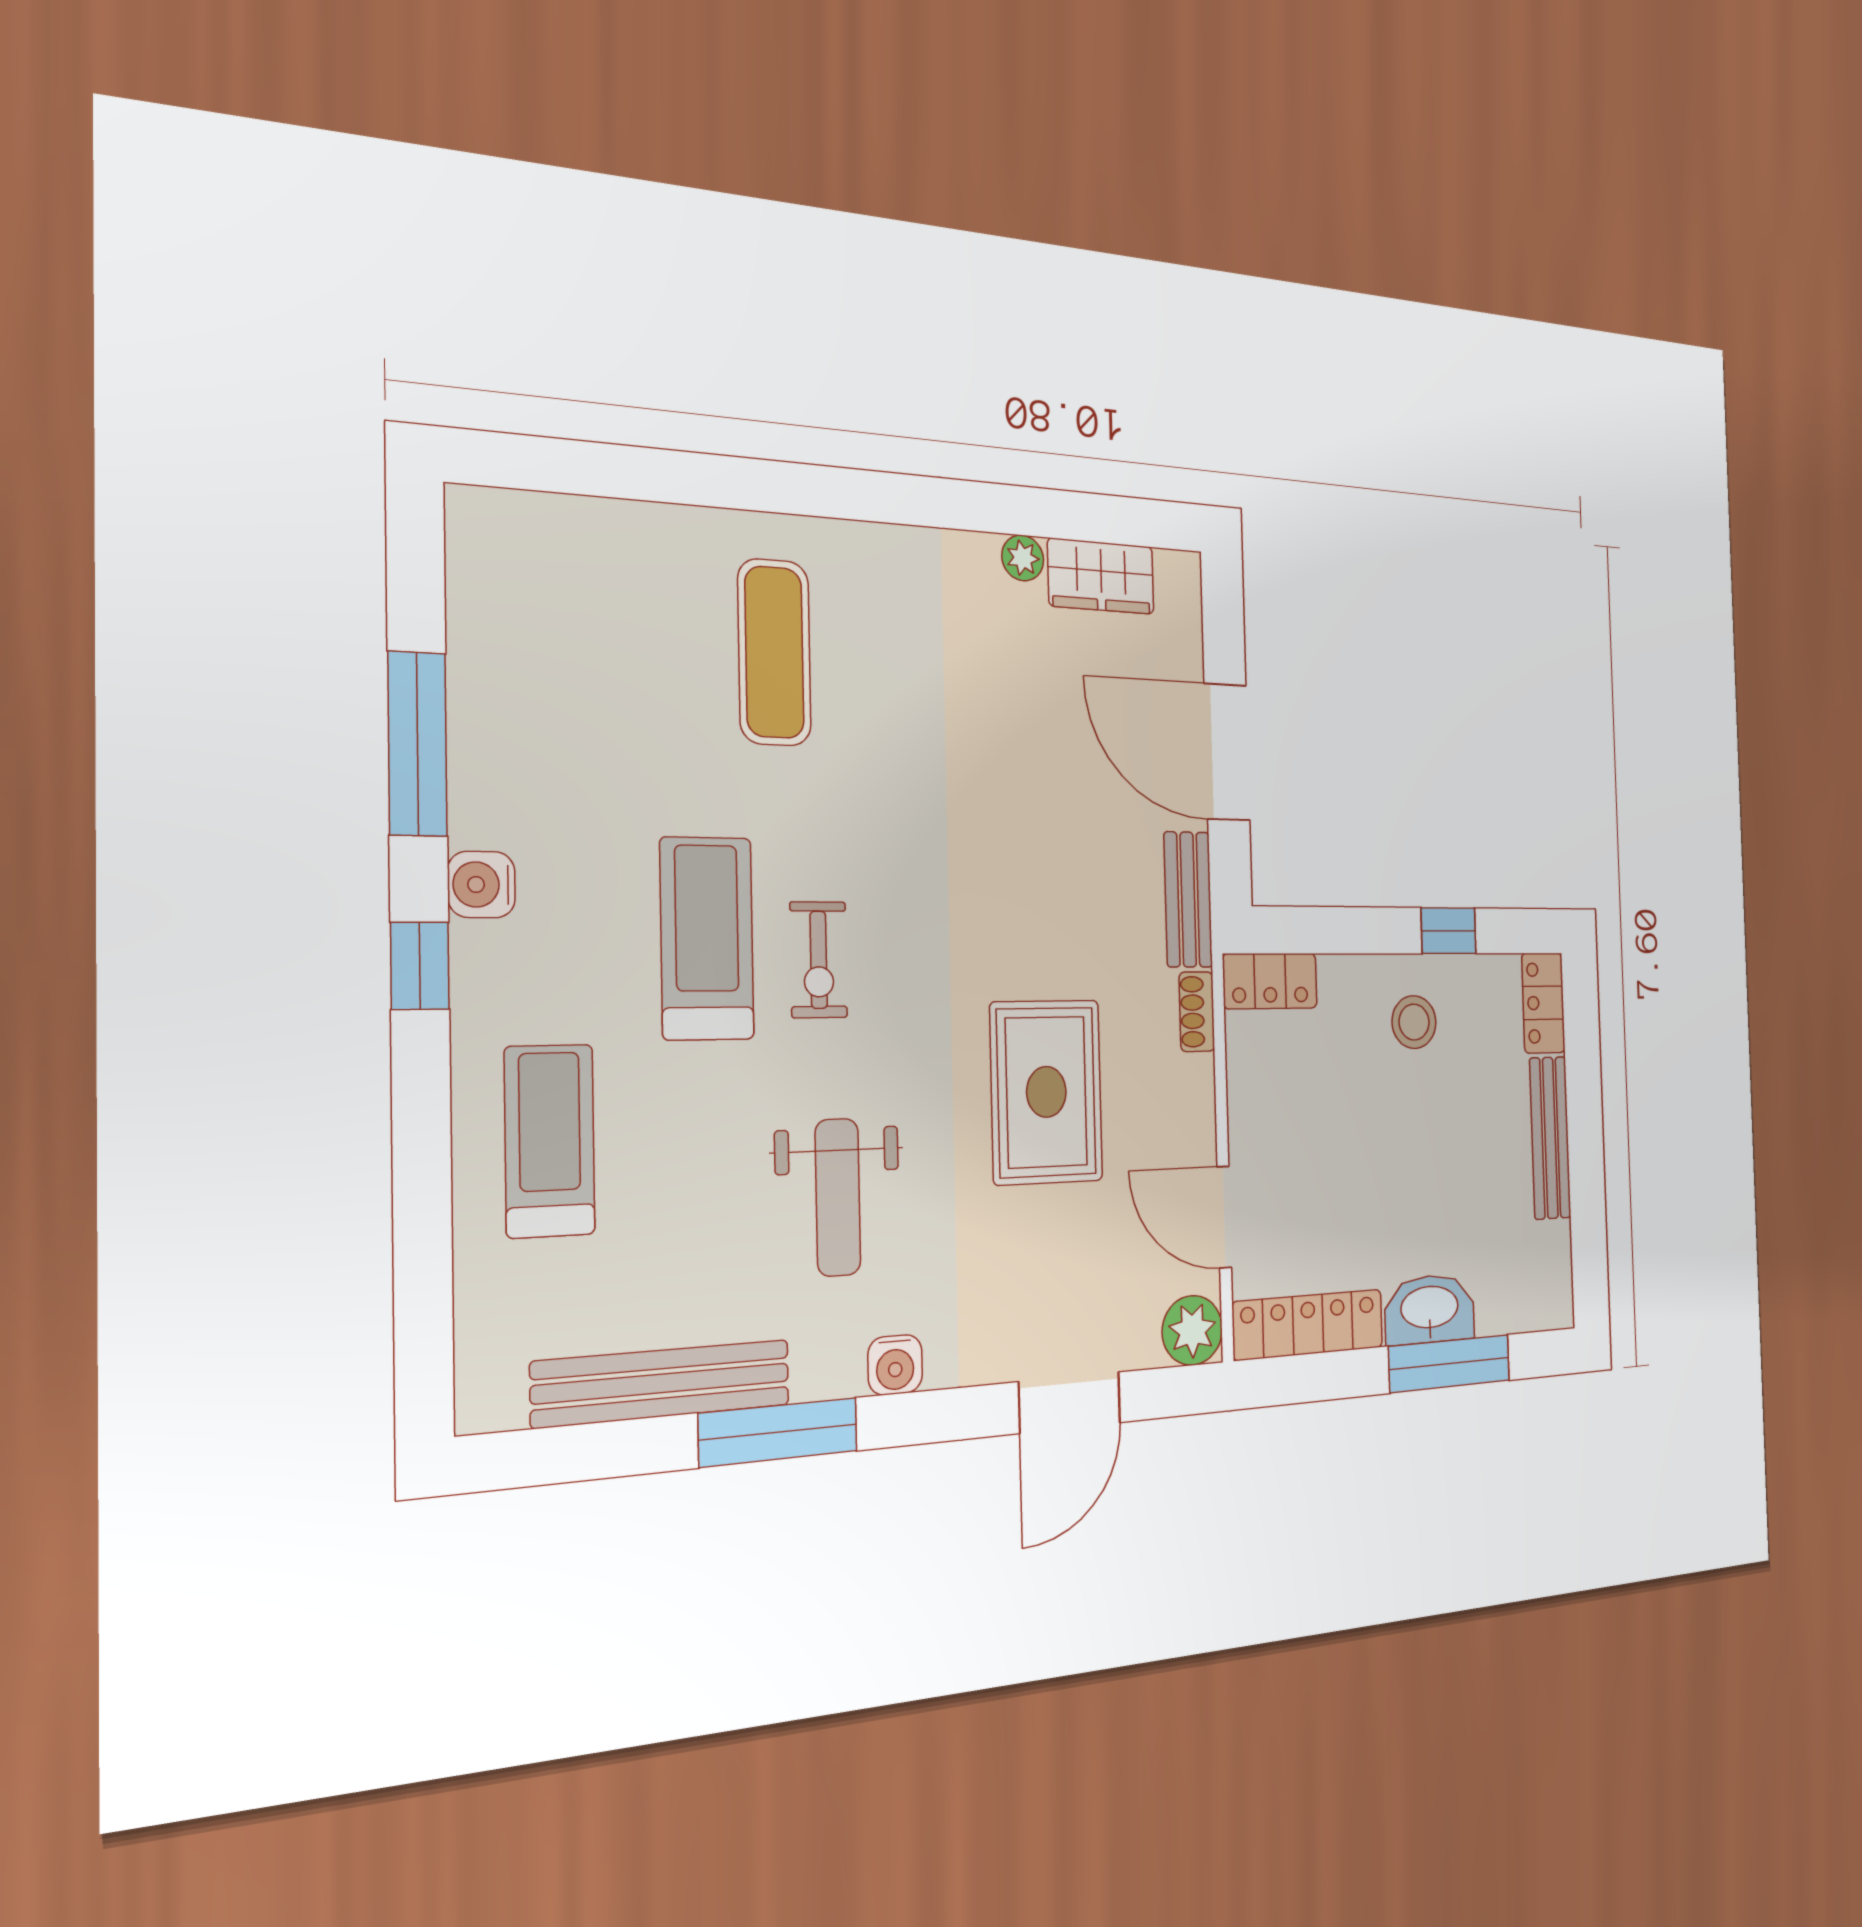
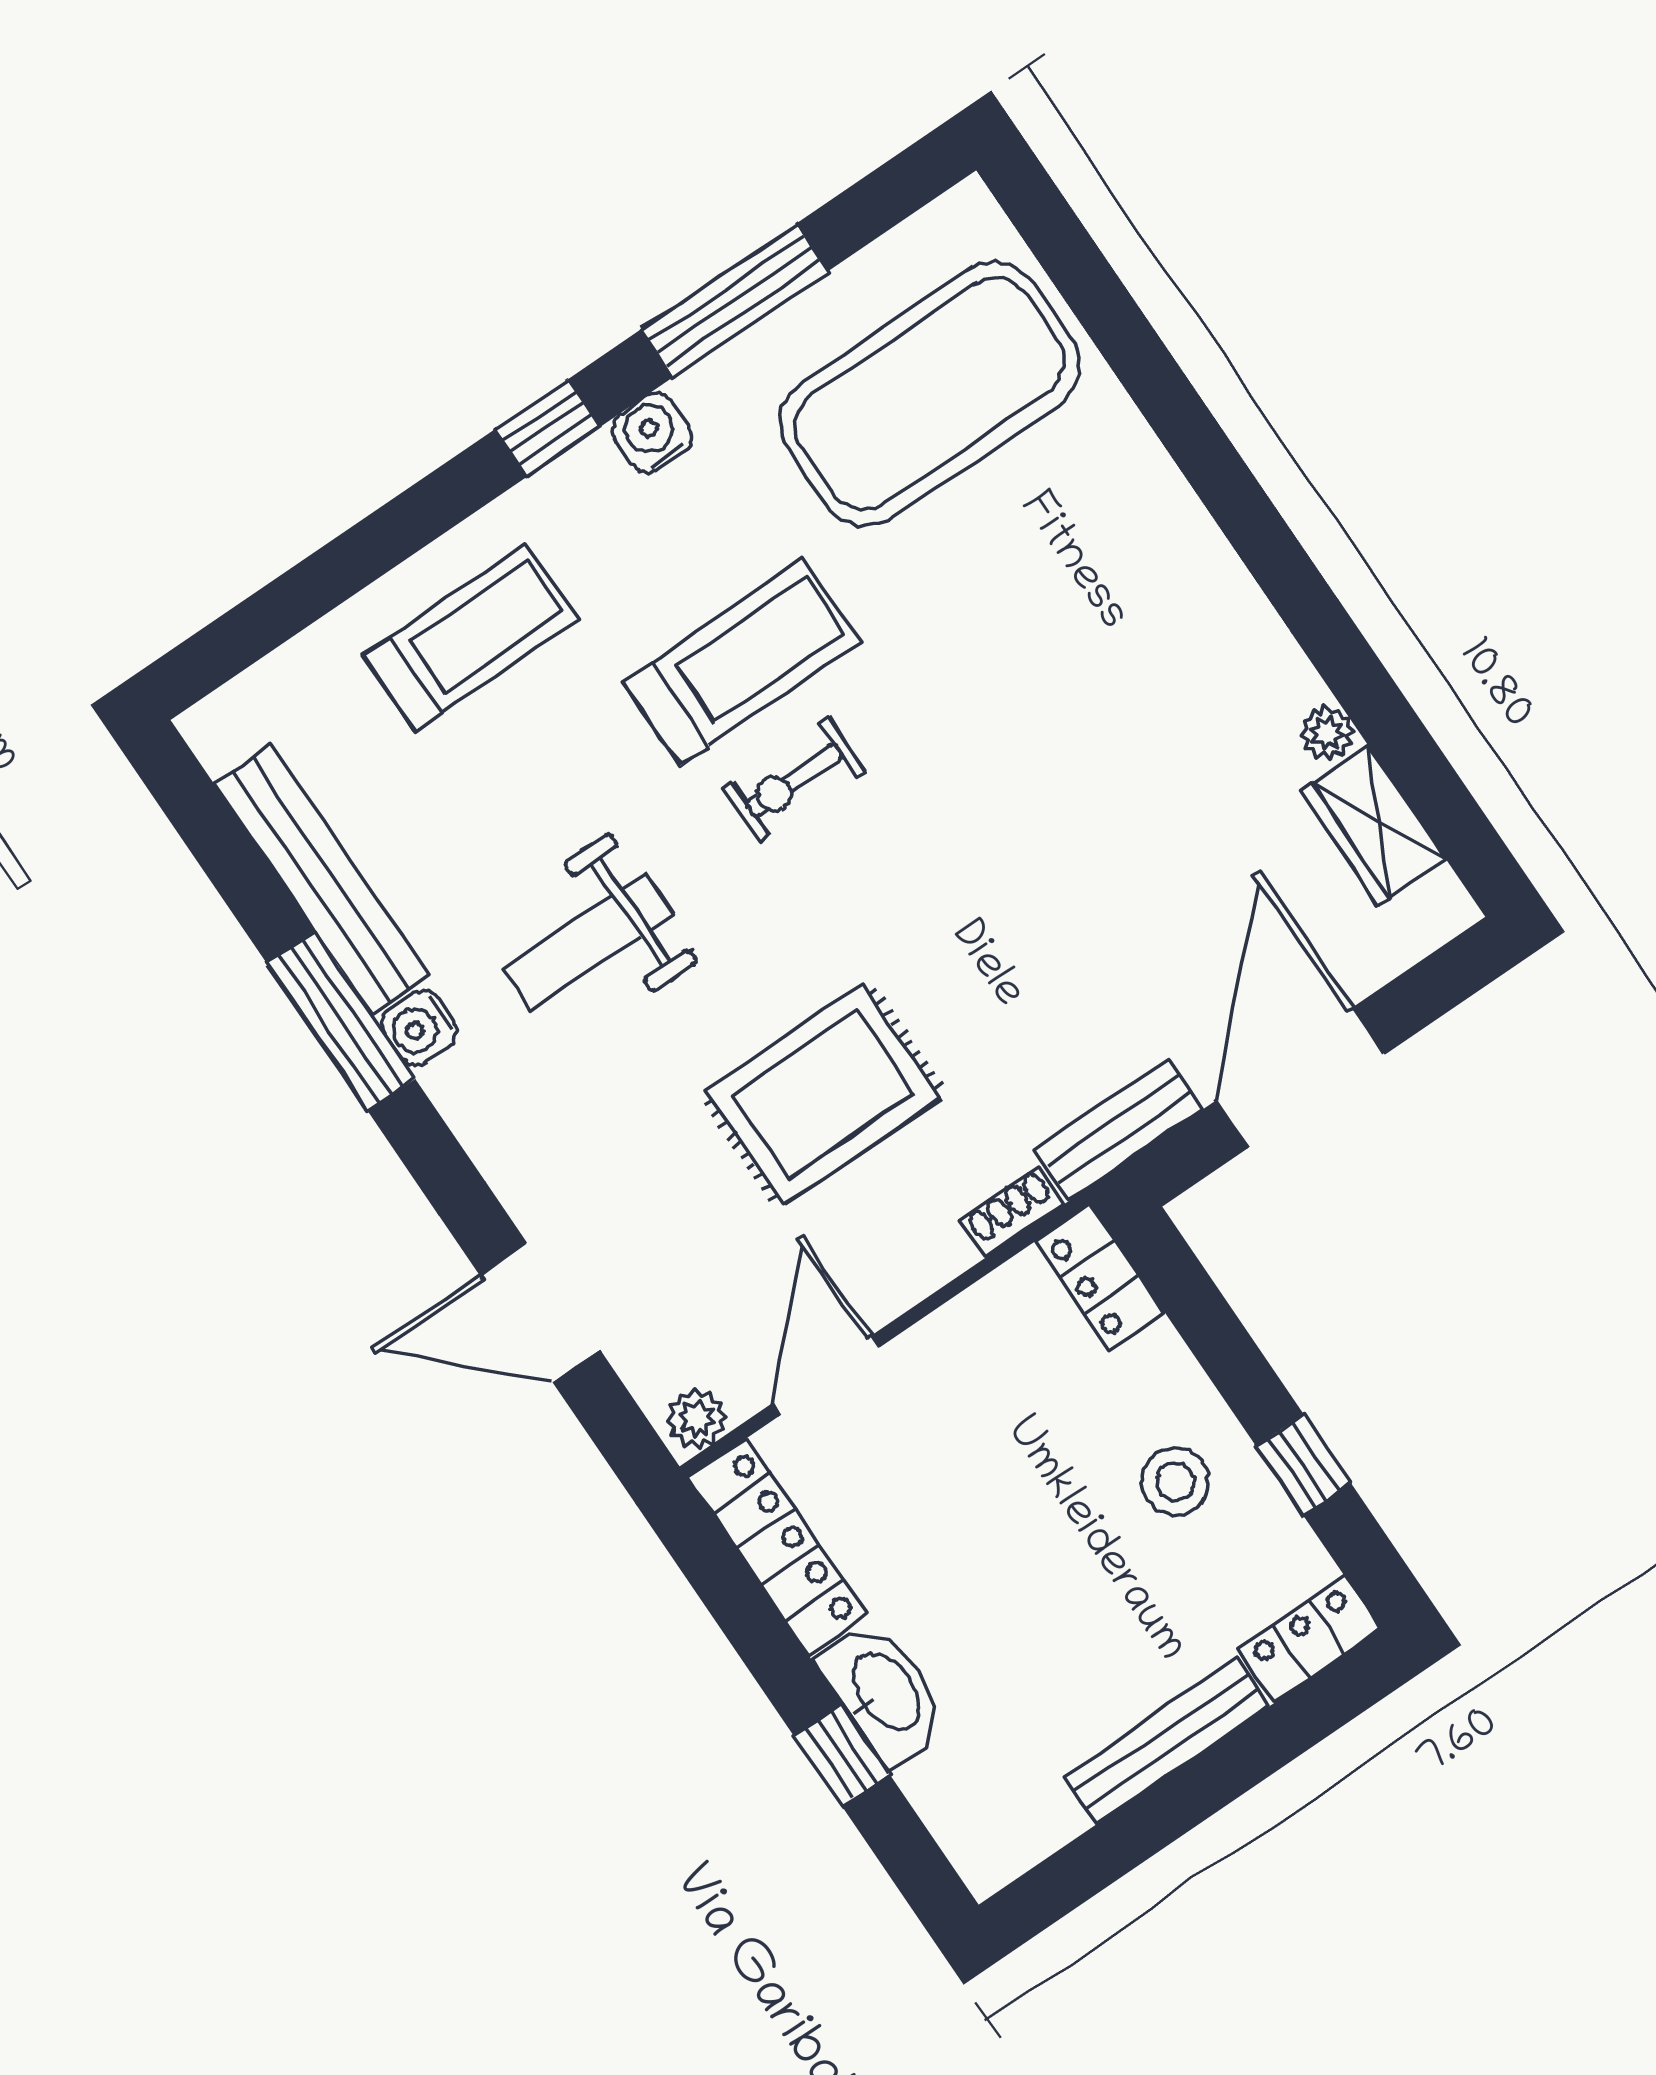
exercise mat: (774, 652) -> (929, 394), moved, width x2.00, depth x1.45
plant: (1192, 1330) -> (697, 1419), width x0.73, depth x0.73
window: (1449, 1363) -> (842, 1755), width x0.46
water cooler: (895, 1365) -> (419, 1028), moved

